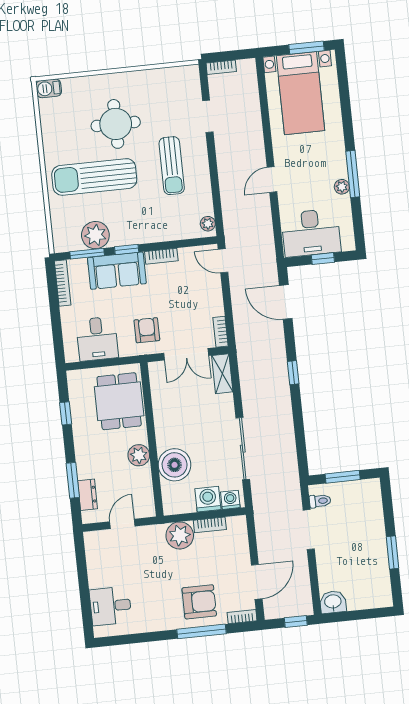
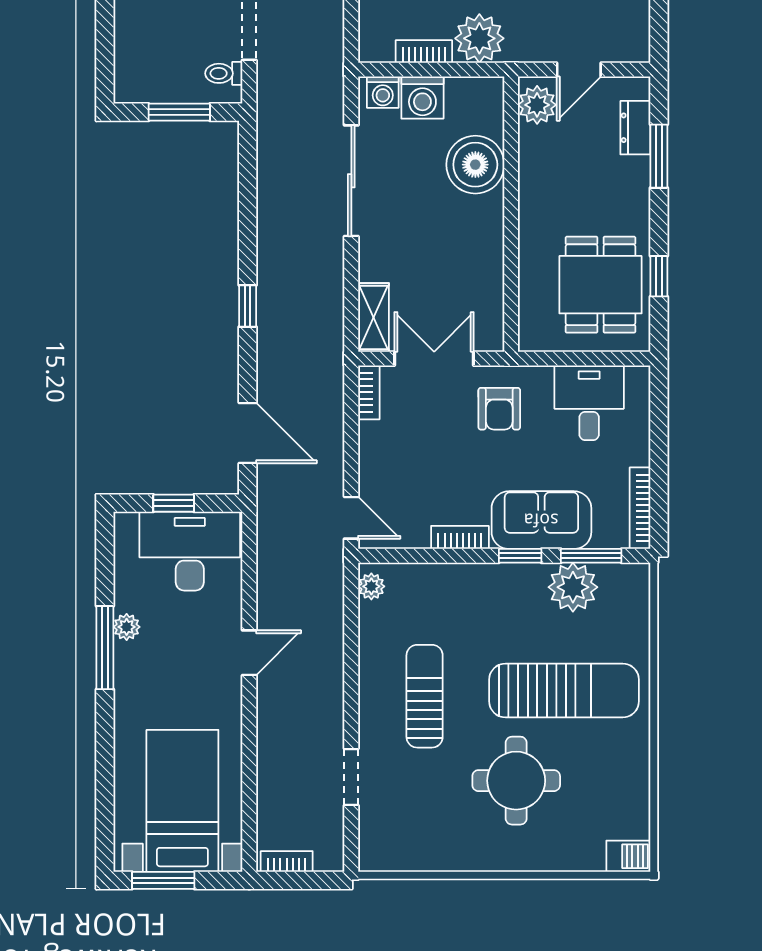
bookcase: (221, 67) -> (287, 862), moved
dining table: (119, 401) -> (600, 285), moved
plant: (139, 455) -> (537, 105), moved

